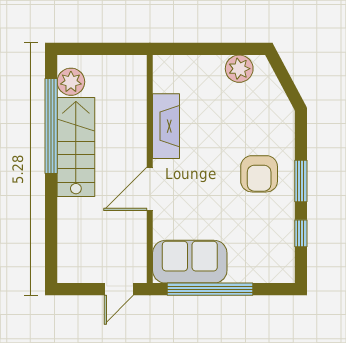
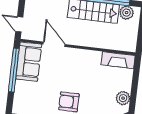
fireplace: (166, 126) -> (118, 60), moved
door: (150, 189) -> (54, 44), moved

